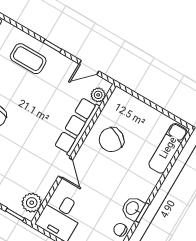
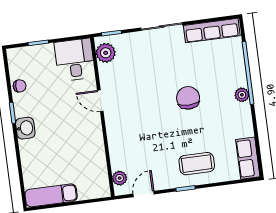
row of seats: (77, 126) -> (117, 140), removed
chair: (112, 140) -> (82, 151), removed
exam couch: (168, 148) -> (51, 195), moved, turned -90
washbasin: (133, 208) -> (25, 128), moved

